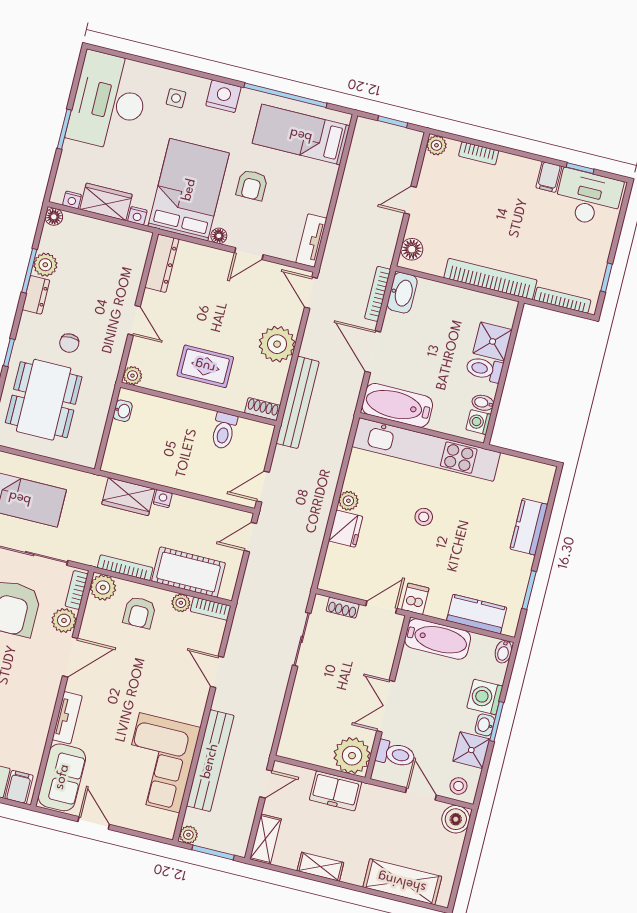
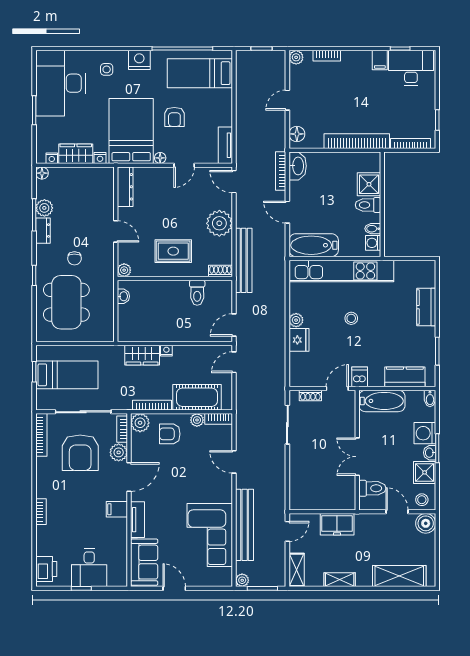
door: (373, 352) -> (287, 212), width x0.73
armchair: (139, 612) -> (170, 434), turned 90
plant: (352, 756) -> (342, 497), removed
filing cabinet: (19, 787) -> (117, 509), moved, turned -90

